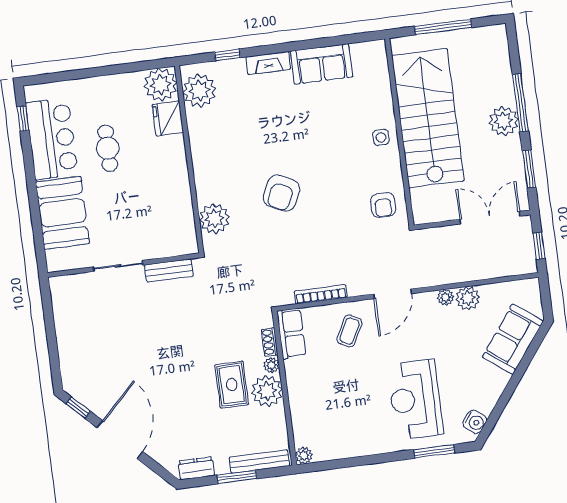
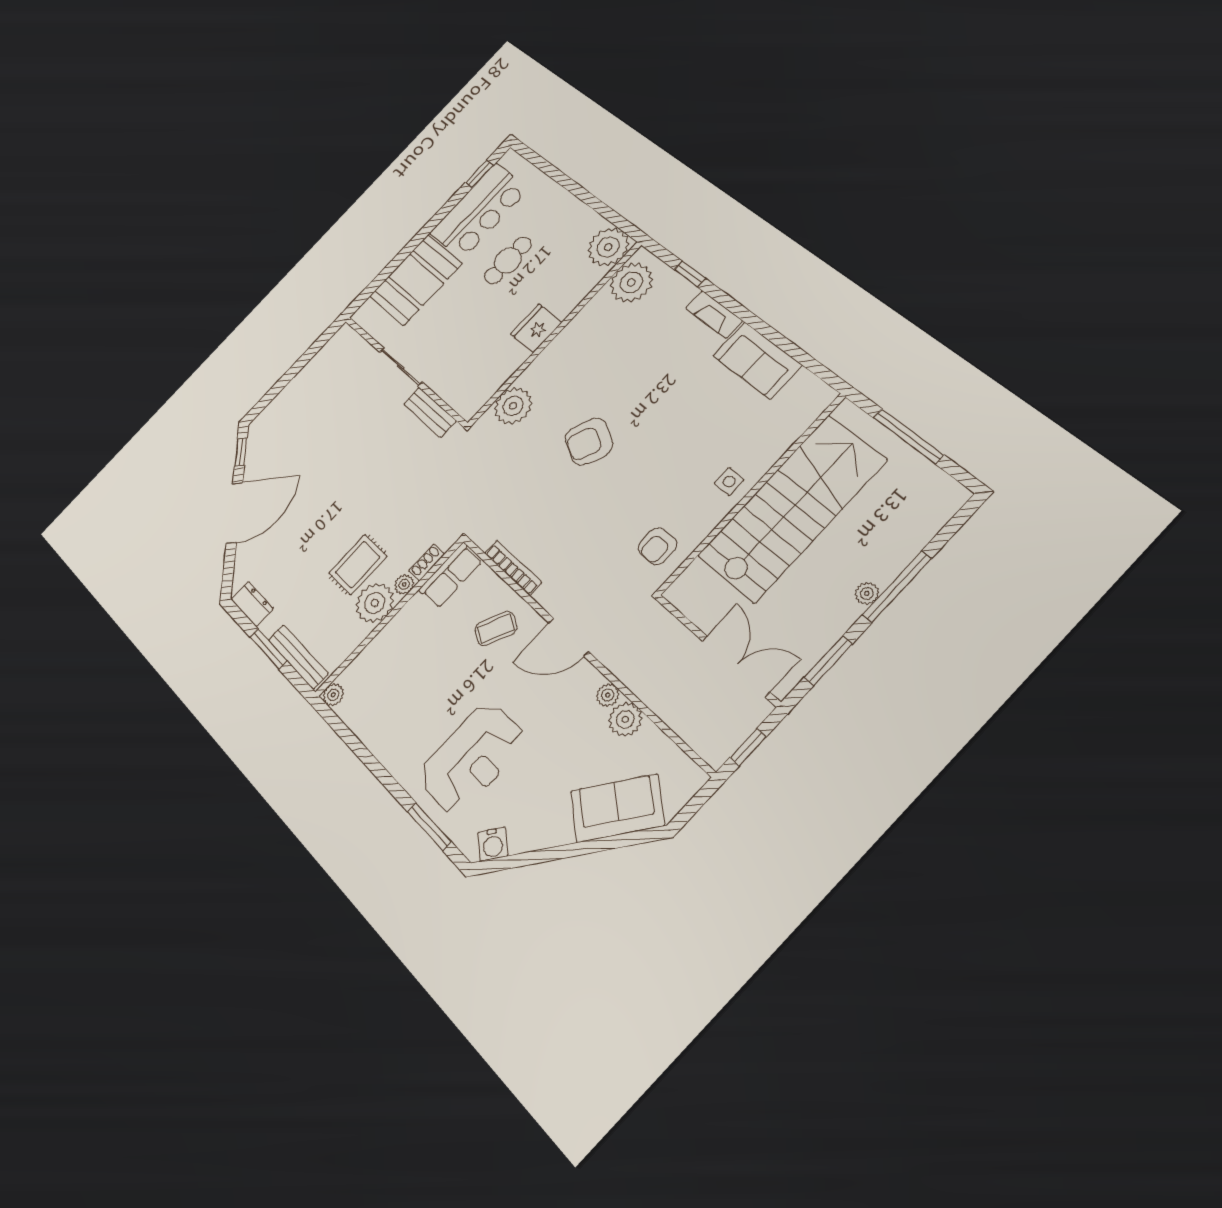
fridge: (168, 118) -> (536, 328), moved
plant: (504, 121) -> (867, 593), width x0.53, depth x0.53
reception desk: (415, 399) -> (472, 758), turned 180

